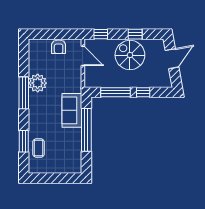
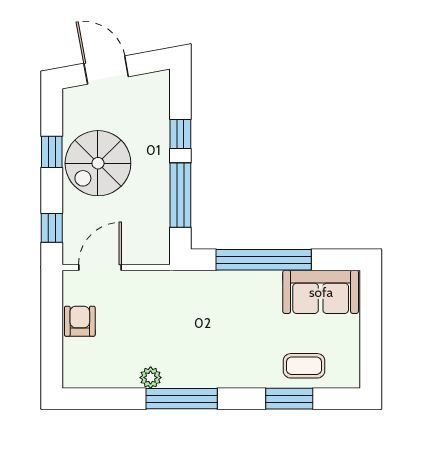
armchair: (59, 47) -> (80, 321), turned -90
plant: (38, 83) -> (151, 378), width x0.53, depth x0.53
sofa: (72, 110) -> (321, 292), moved

